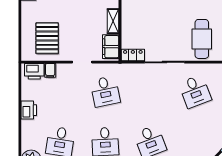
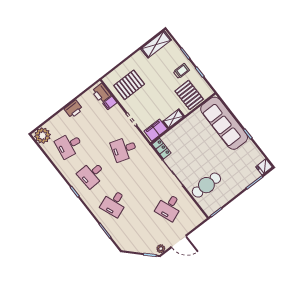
desk: (105, 91) -> (124, 149), turned 30

